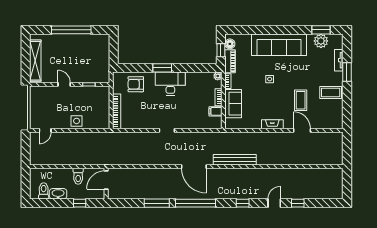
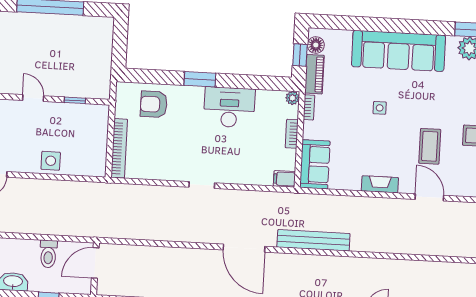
desk: (170, 84) -> (229, 107), moved
sofa: (233, 104) -> (315, 164), moved
filing cabinet: (216, 111) -> (284, 179), moved

